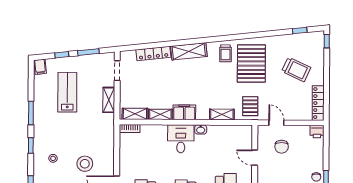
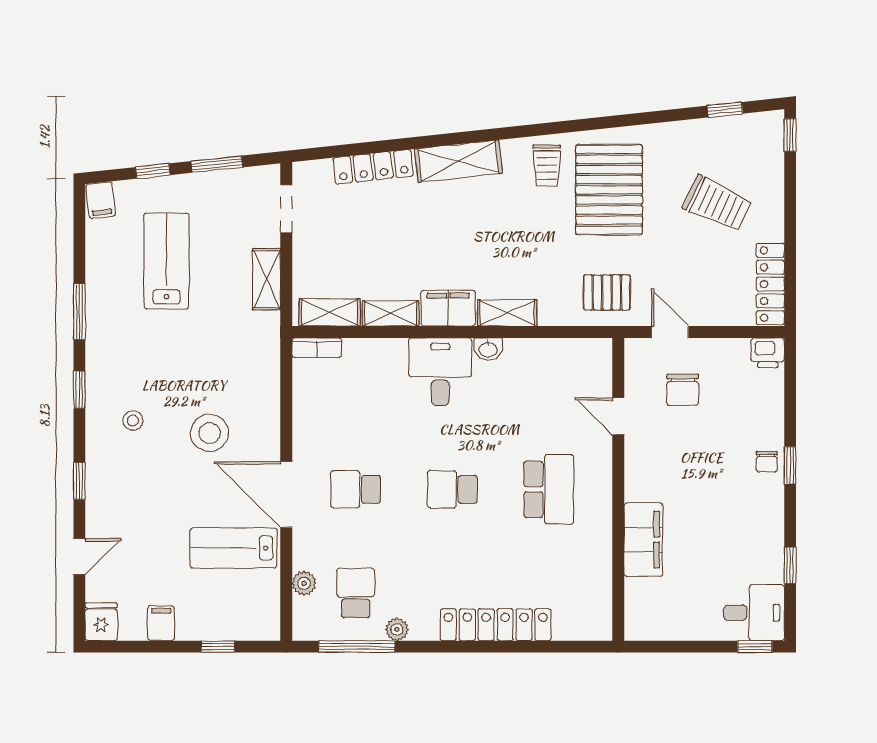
pallet: (250, 106) -> (607, 293), turned 90
shelving: (222, 115) -> (507, 313), moved

